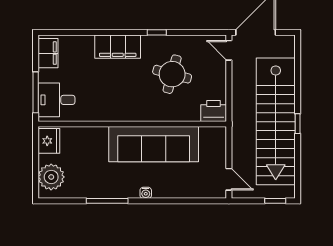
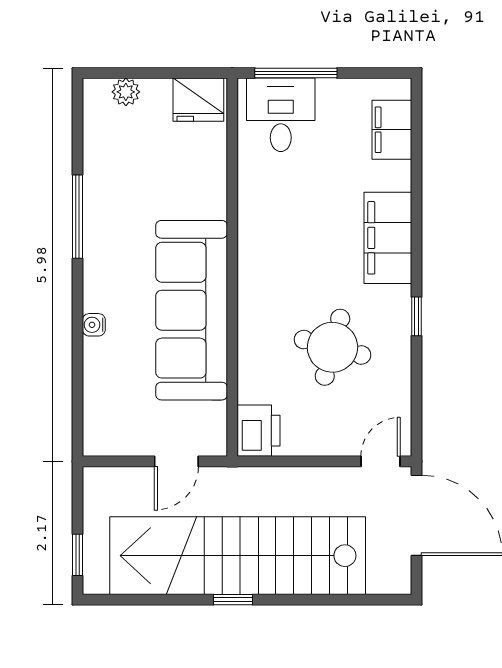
filing cabinet: (48, 53) -> (392, 130), moved, turned 90
plant: (51, 177) -> (126, 92), width x0.53, depth x0.53
door: (229, 179) -> (176, 461), moved
water cooler: (146, 193) -> (94, 325), moved

